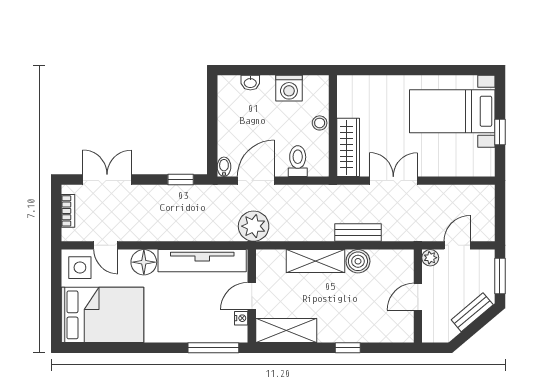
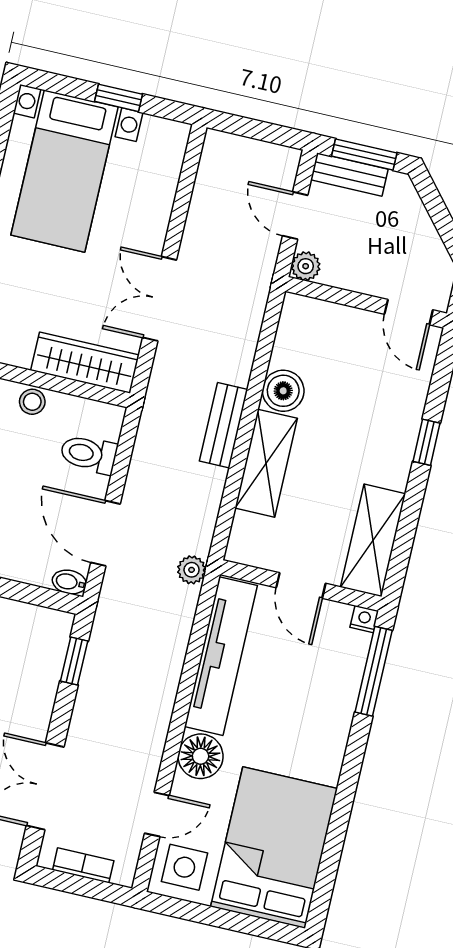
plant: (254, 226) -> (192, 570), width x0.53, depth x0.53
bench: (358, 233) -> (224, 425), moved
door: (418, 297) -> (409, 312), moved
bench: (472, 312) -> (349, 175), moved, turned -50
nightstand: (241, 318) -> (364, 619), moved

